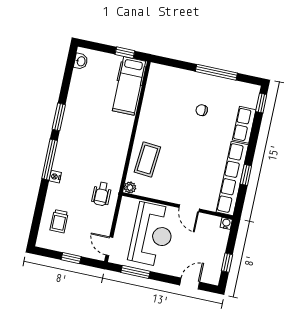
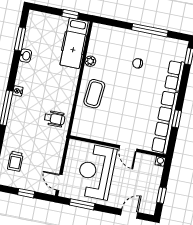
washbasin: (81, 61) -> (26, 56), moved
window: (59, 117) -> (20, 39), moved
coffee table: (147, 159) -> (94, 94), moved
nightstand: (55, 177) -> (18, 91), moved
plant: (130, 188) -> (90, 61), moved
wheelchair: (102, 194) -> (55, 119), moved, turned -90
reception desk: (152, 234) -> (96, 172), turned 180

